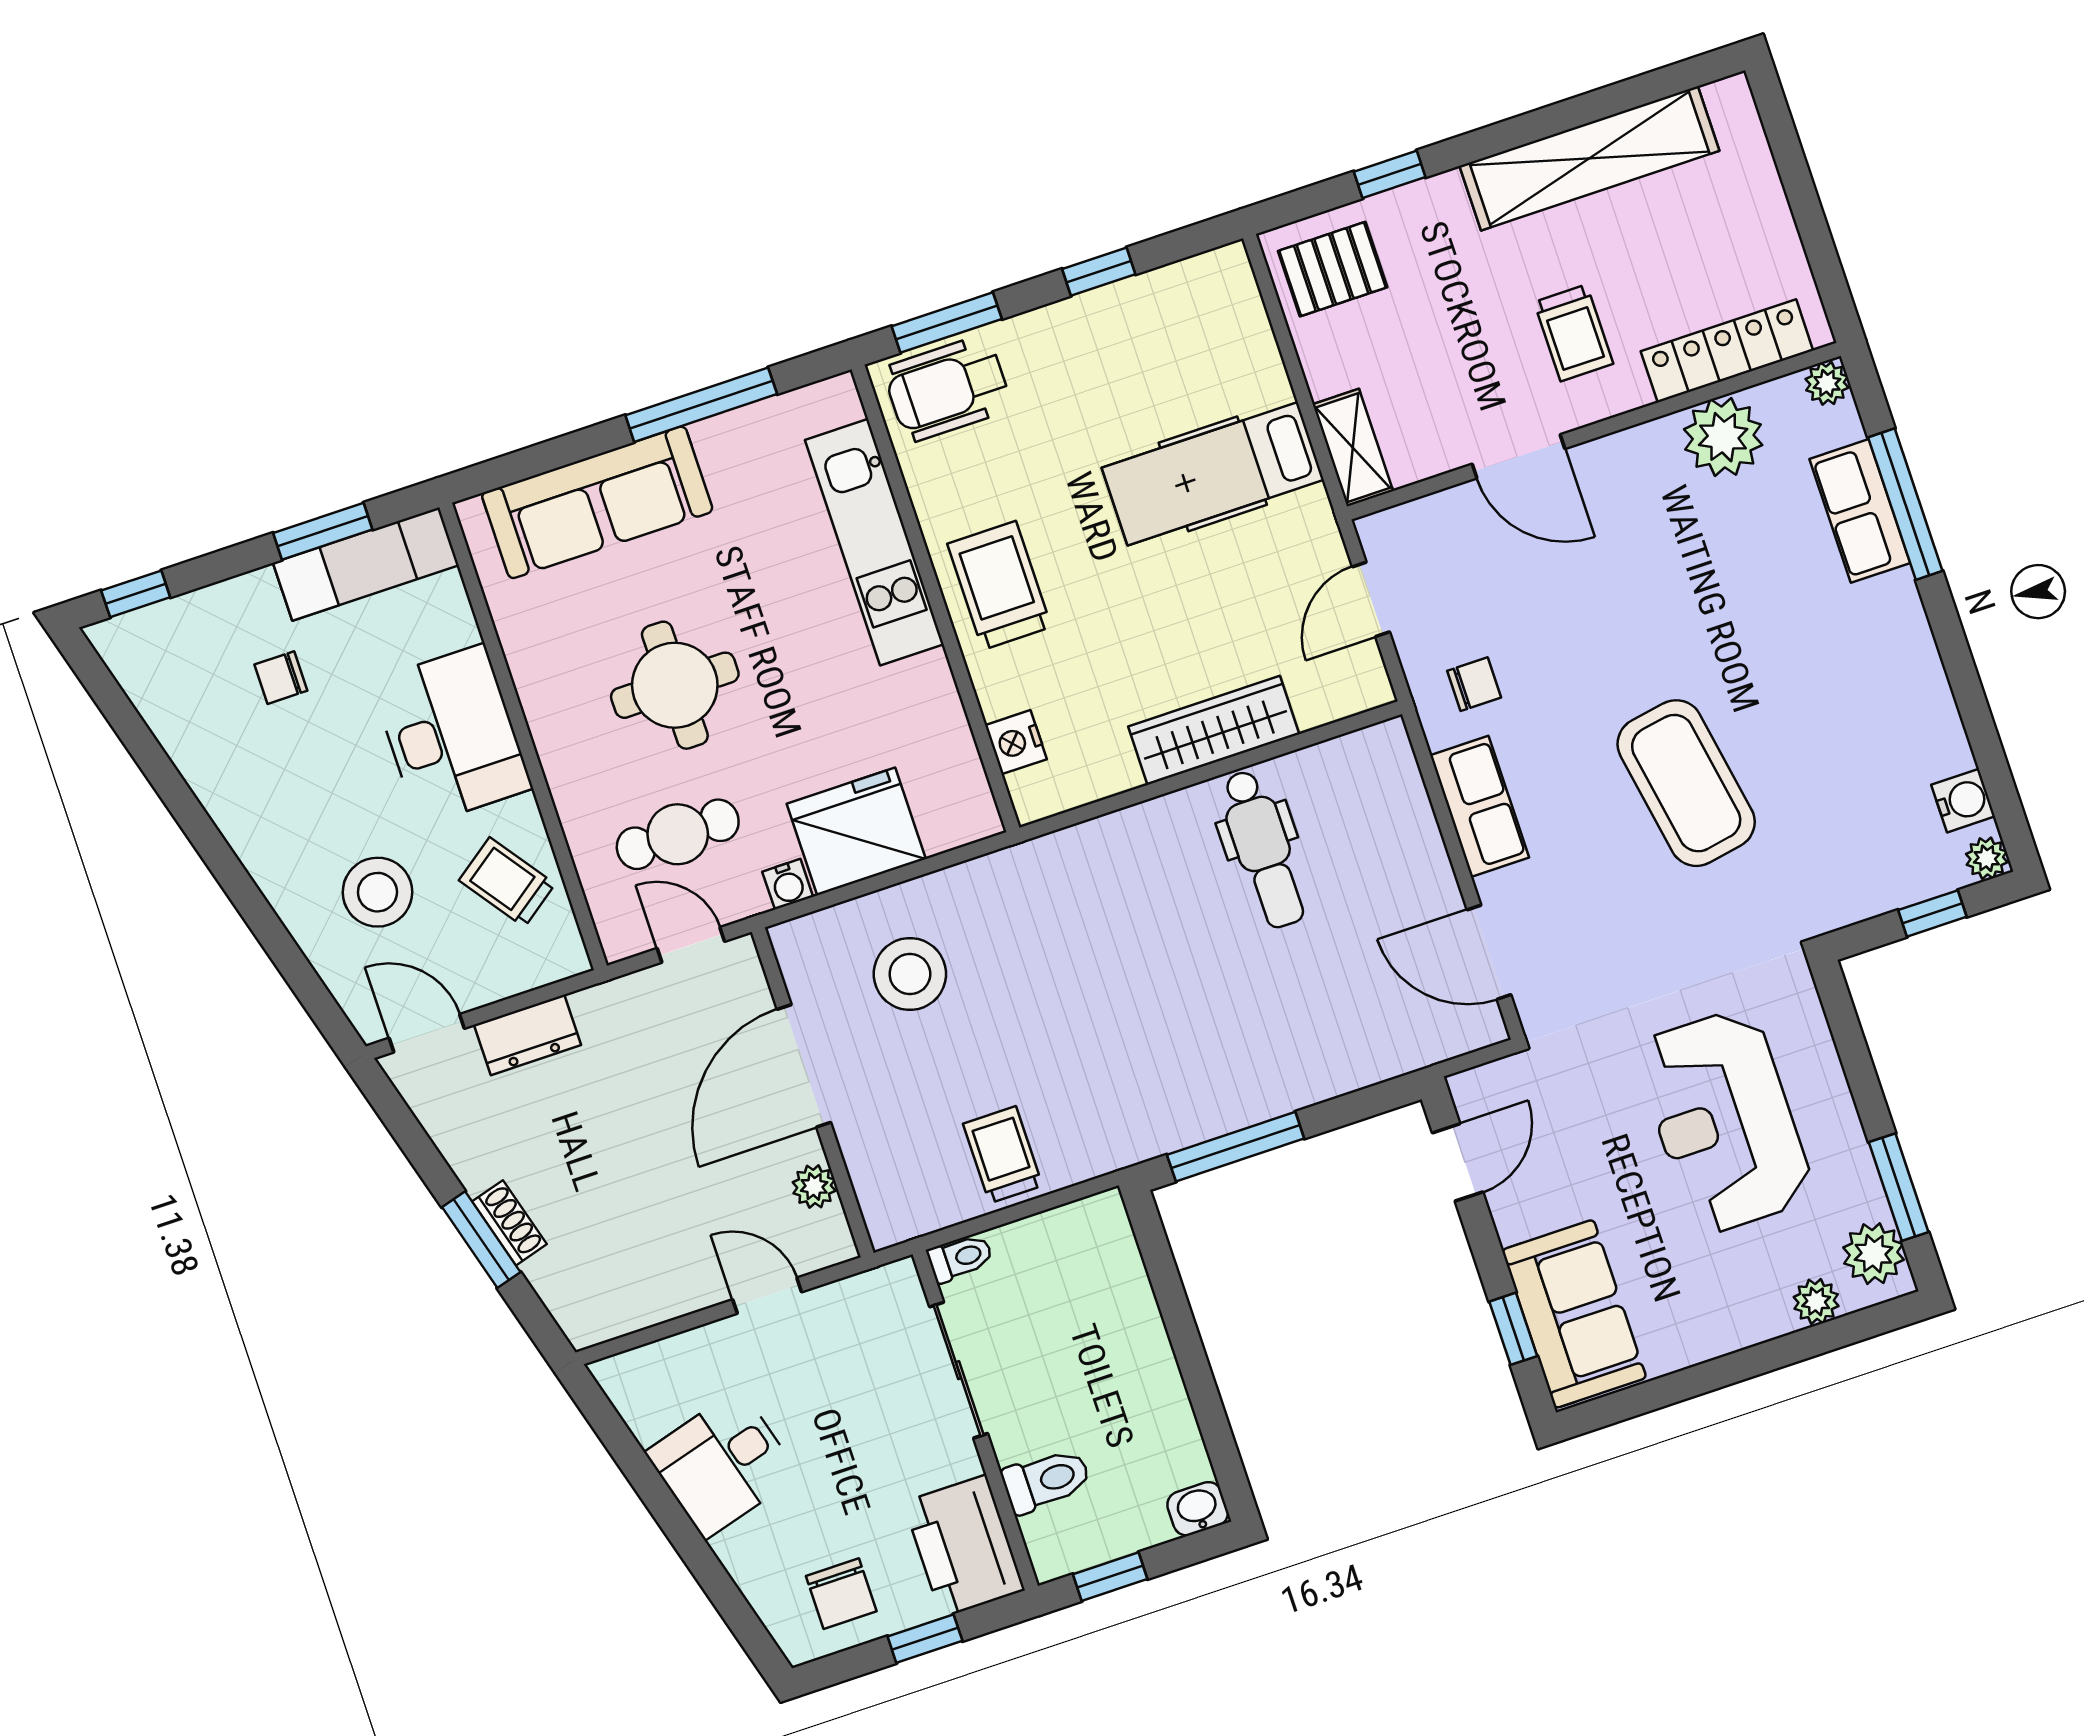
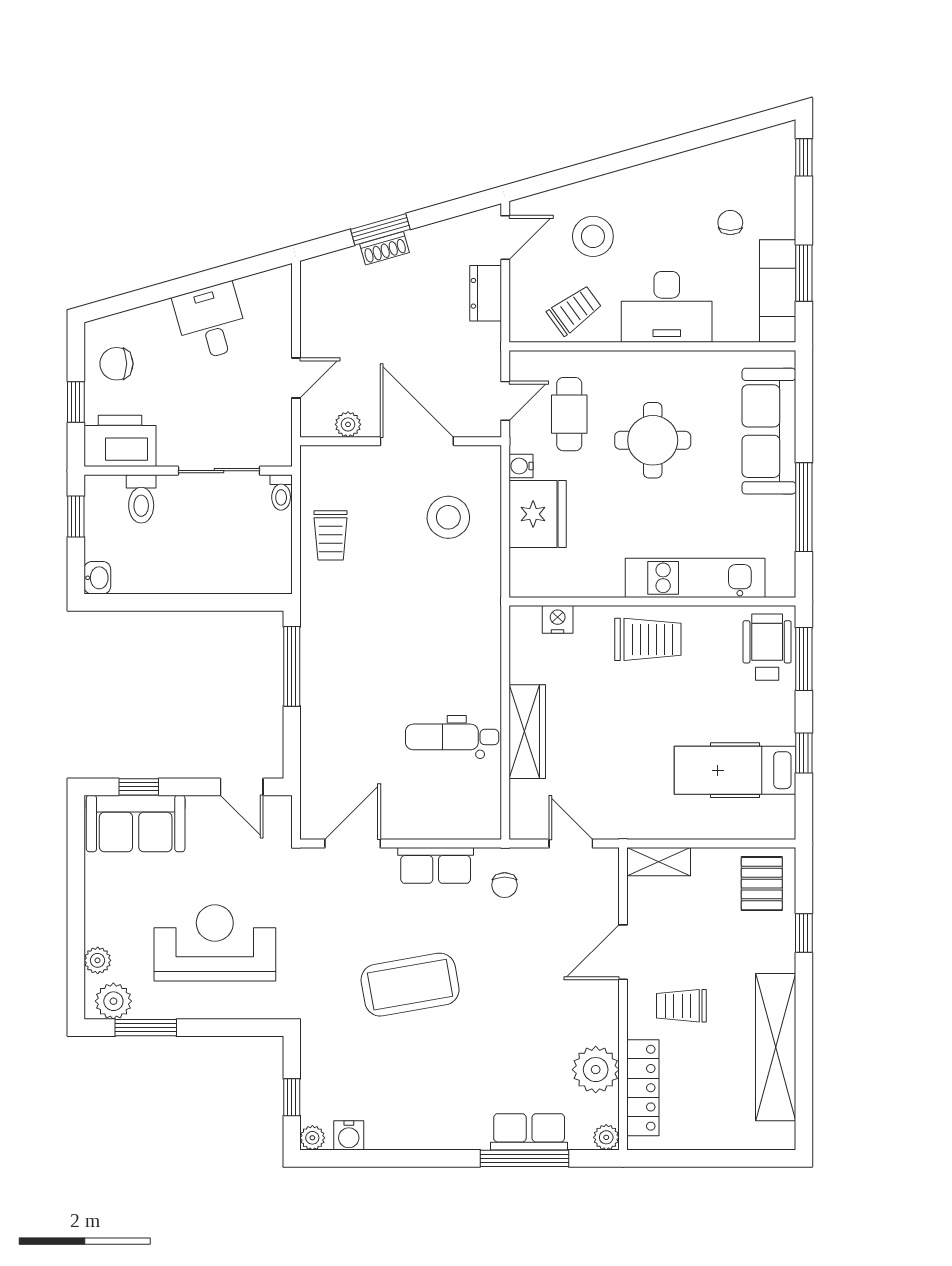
hospital bed: (1213, 474) -> (735, 770), moved, turned -90
trolley: (1003, 1155) -> (331, 535), turned 90

